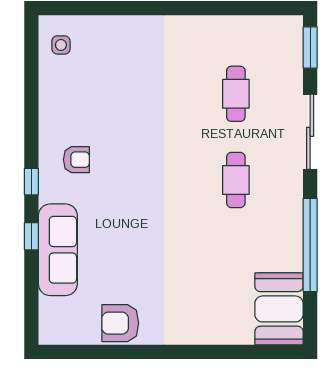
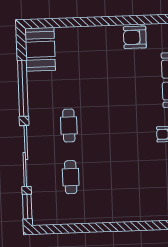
sliding door: (310, 132) -> (25, 156), width x1.36
armchair: (120, 323) -> (135, 37), turned 180

